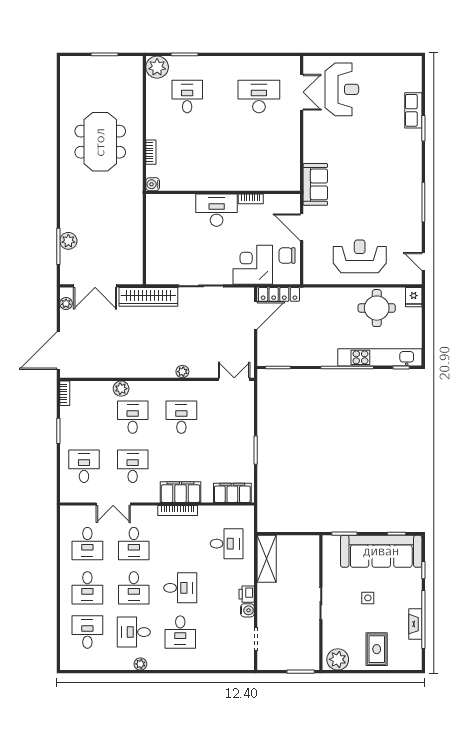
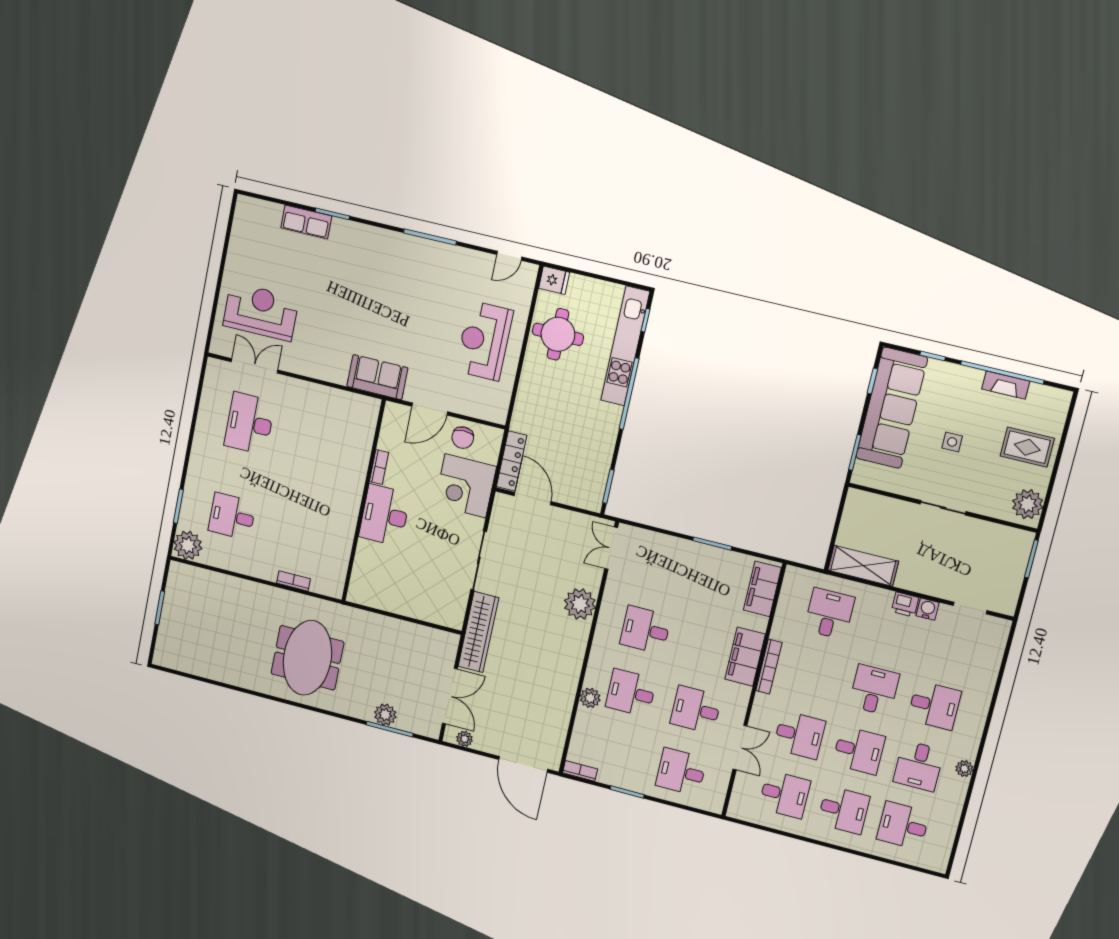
meeting table: (100, 142) -> (307, 658), moved, turned 90
water cooler: (153, 184) -> (335, 589), removed
plant: (182, 372) -> (580, 604), width x1.87, depth x1.87

